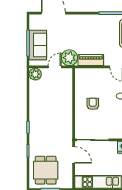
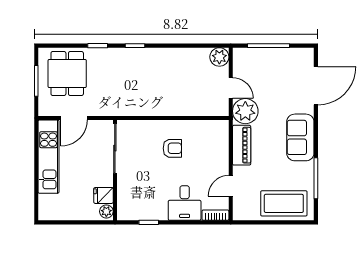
sofa: (38, 45) -> (300, 137), moved, turned 90
door: (74, 155) -> (74, 118), moved
dining table: (46, 170) -> (67, 73), turned 90

